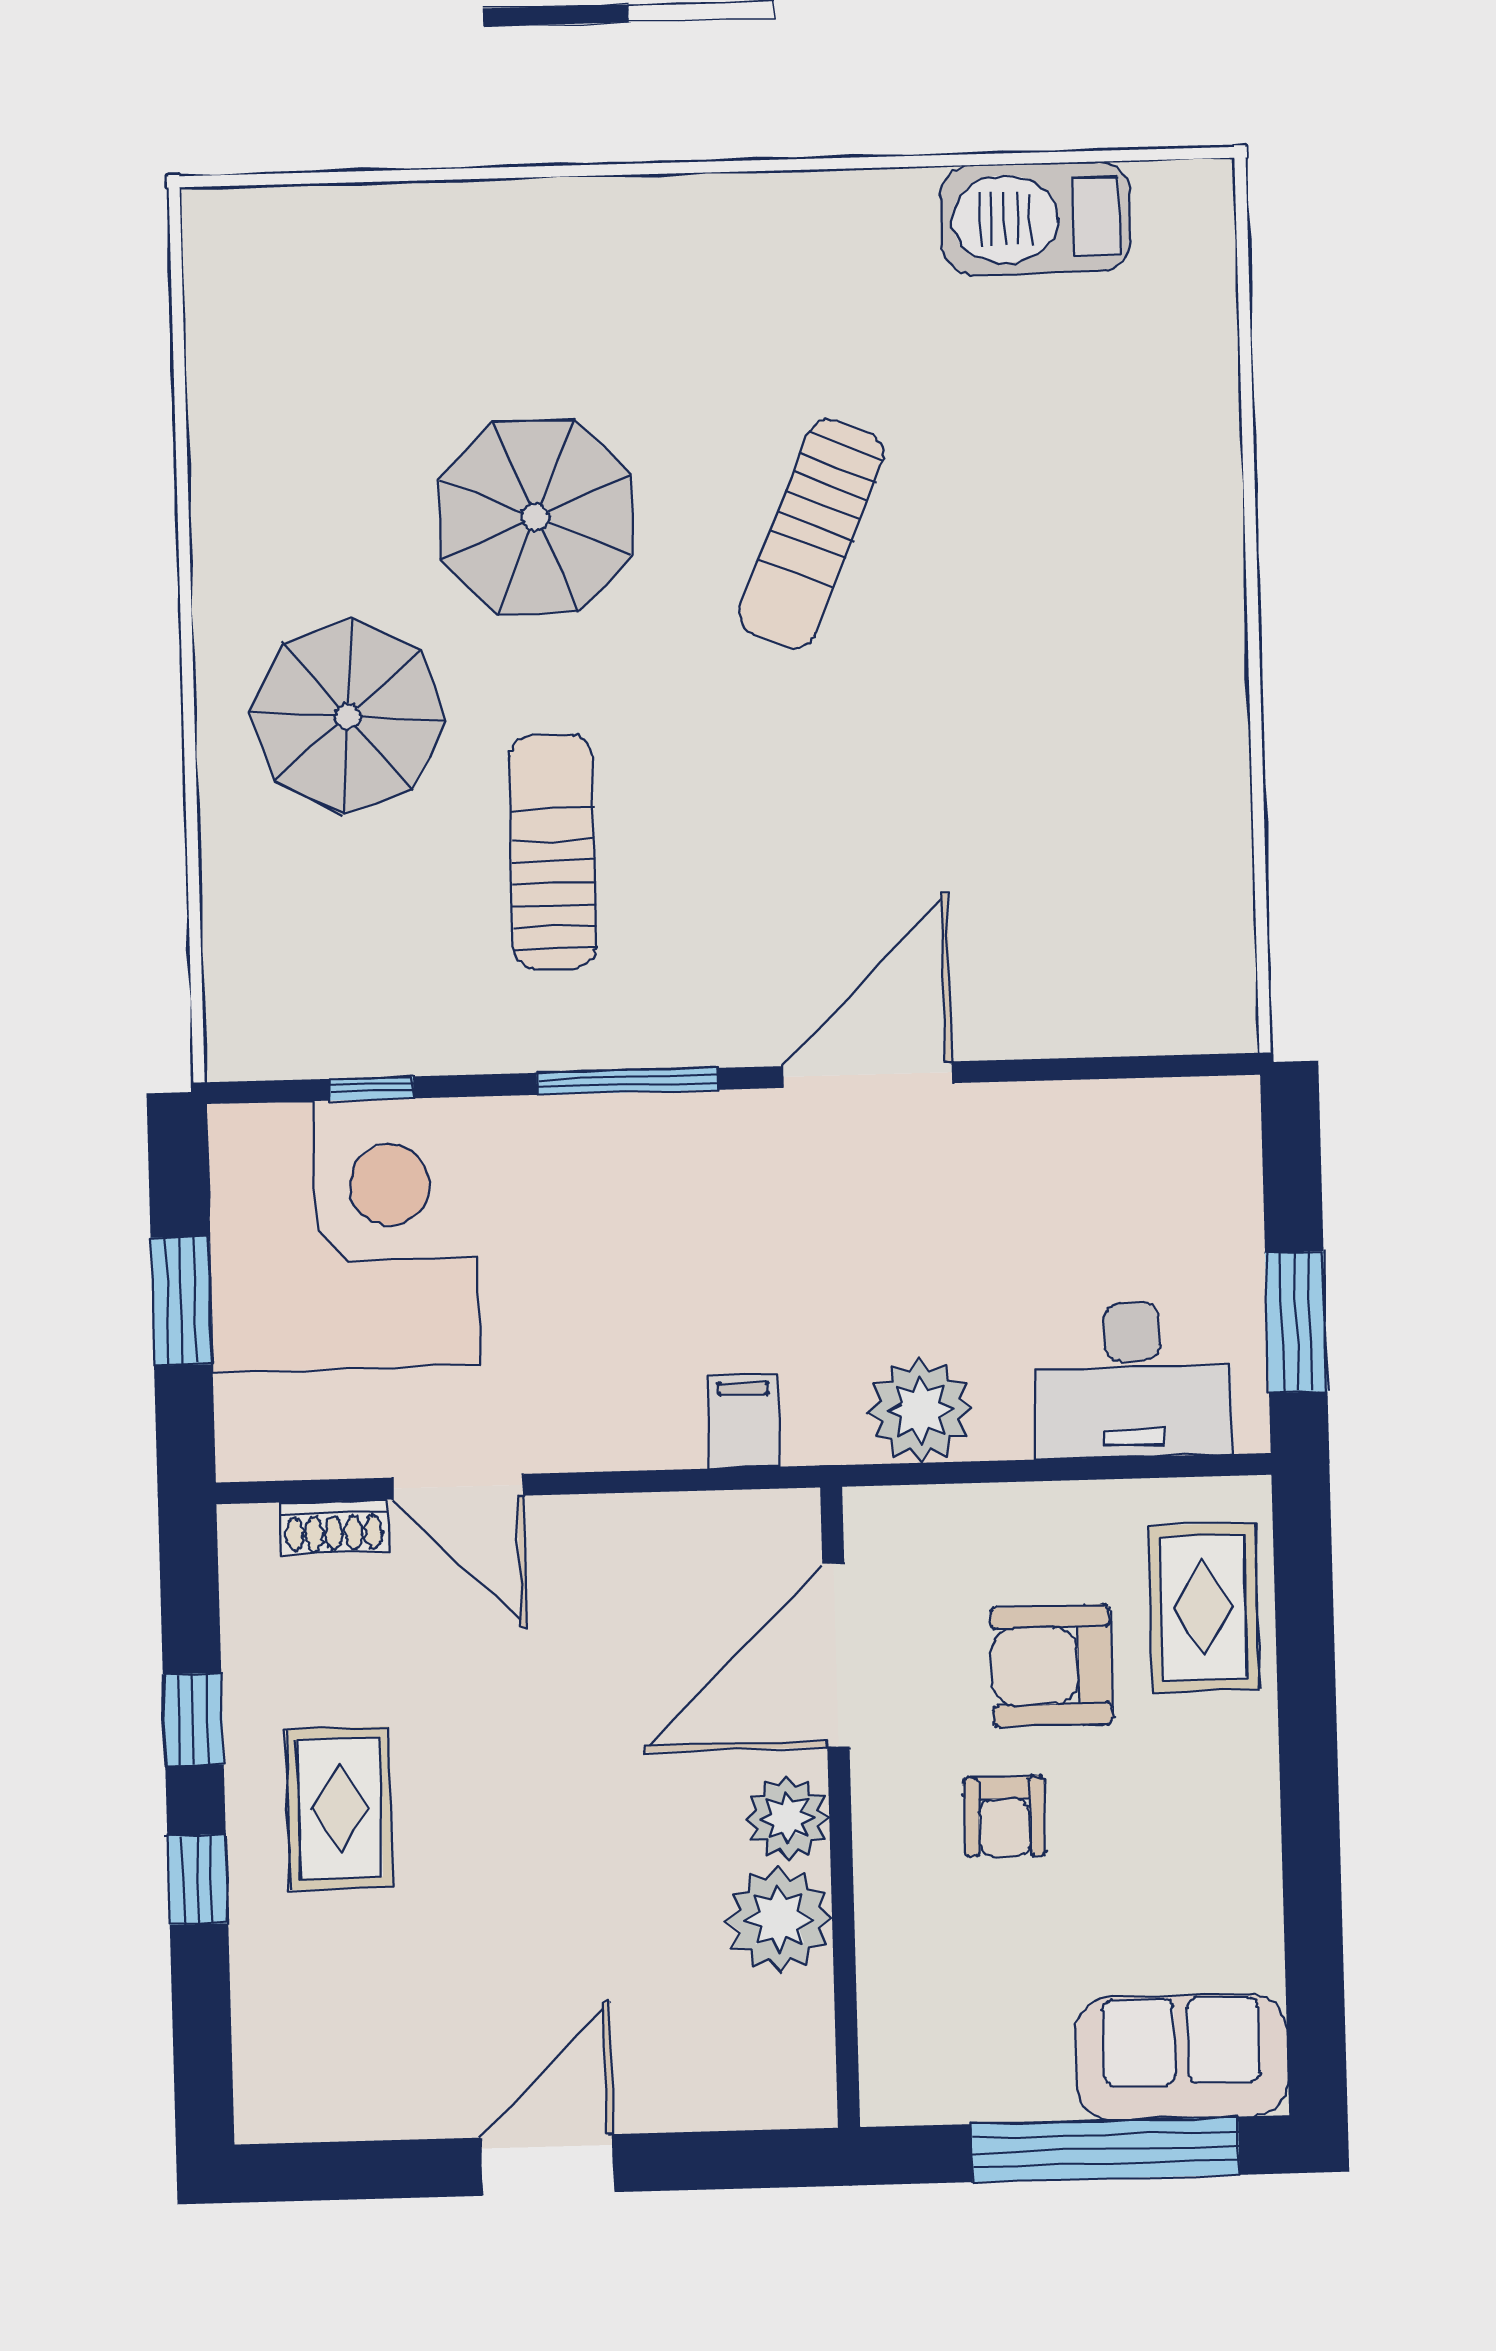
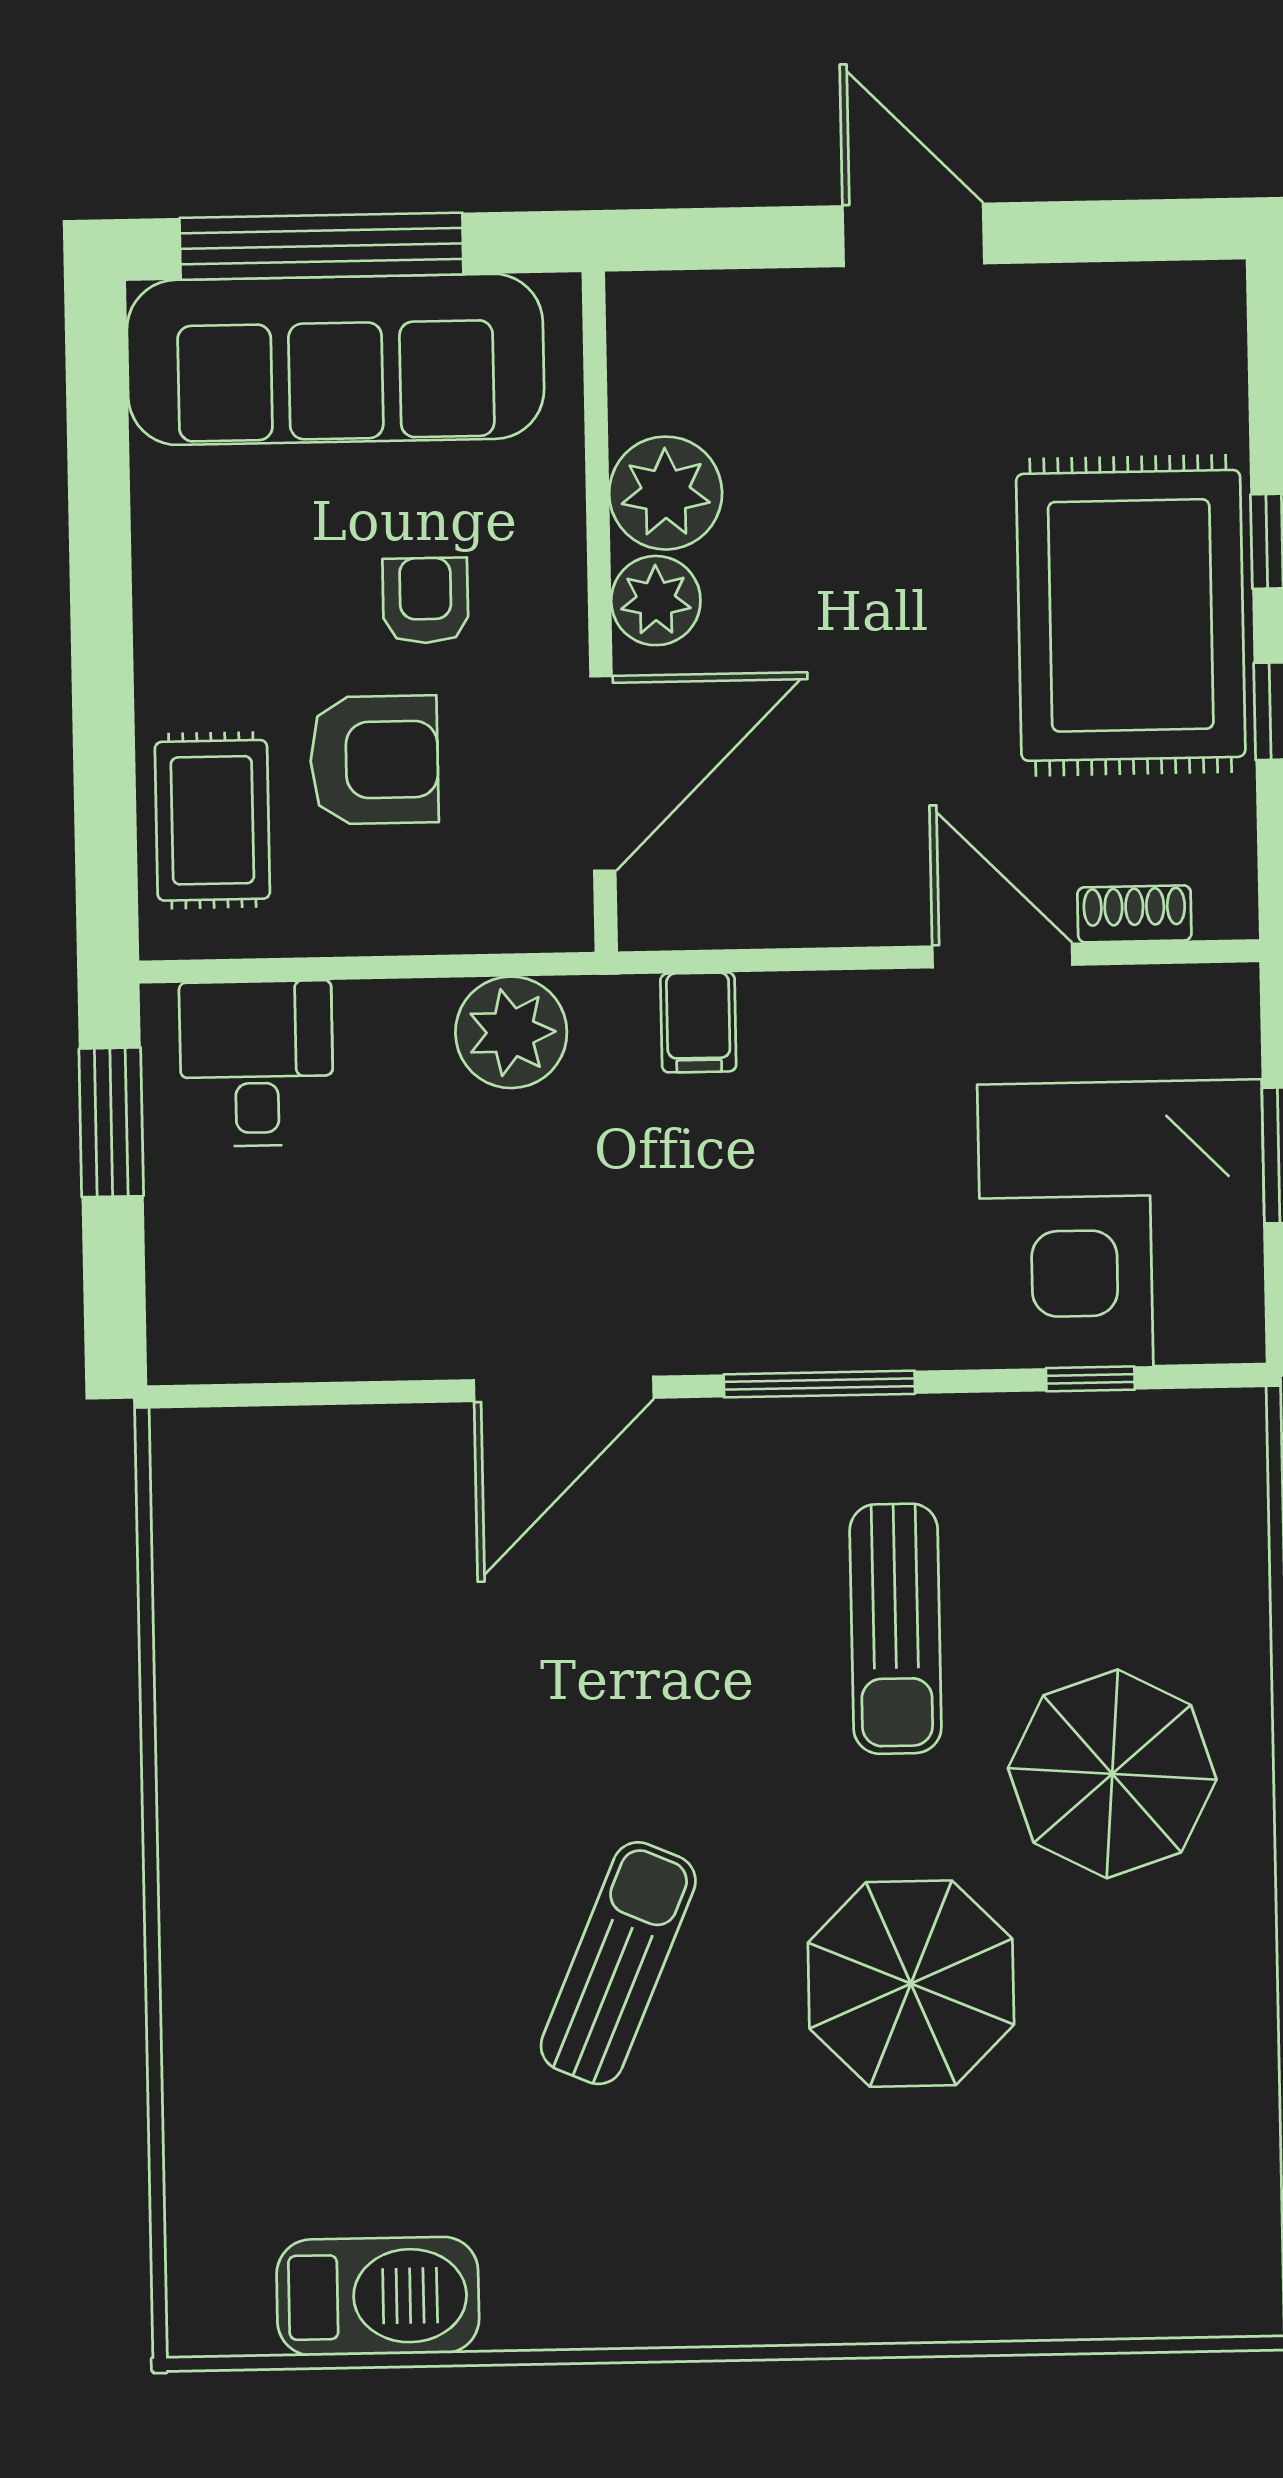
desk: (1133, 1379) -> (256, 1064), width x0.73
rug: (340, 1808) -> (1131, 615), width x1.86, depth x2.06
sofa: (1182, 2057) -> (336, 359), width x1.85, depth x1.27
door: (548, 2165) -> (913, 235), swing flipped

